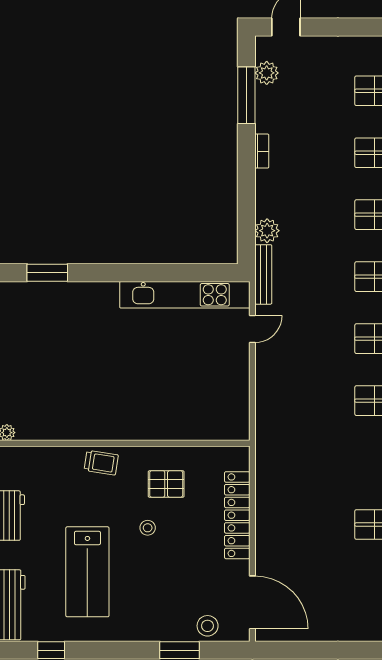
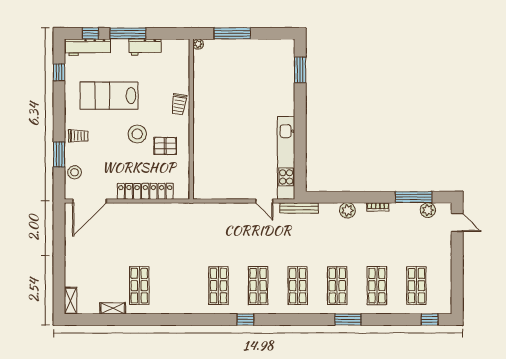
plant: (267, 231) -> (347, 210), moved
pallet: (166, 484) -> (165, 146), turned 90
stool: (148, 528) -> (137, 134), width x1.89, depth x1.89
trolley: (150, 620) -> (78, 136), added

